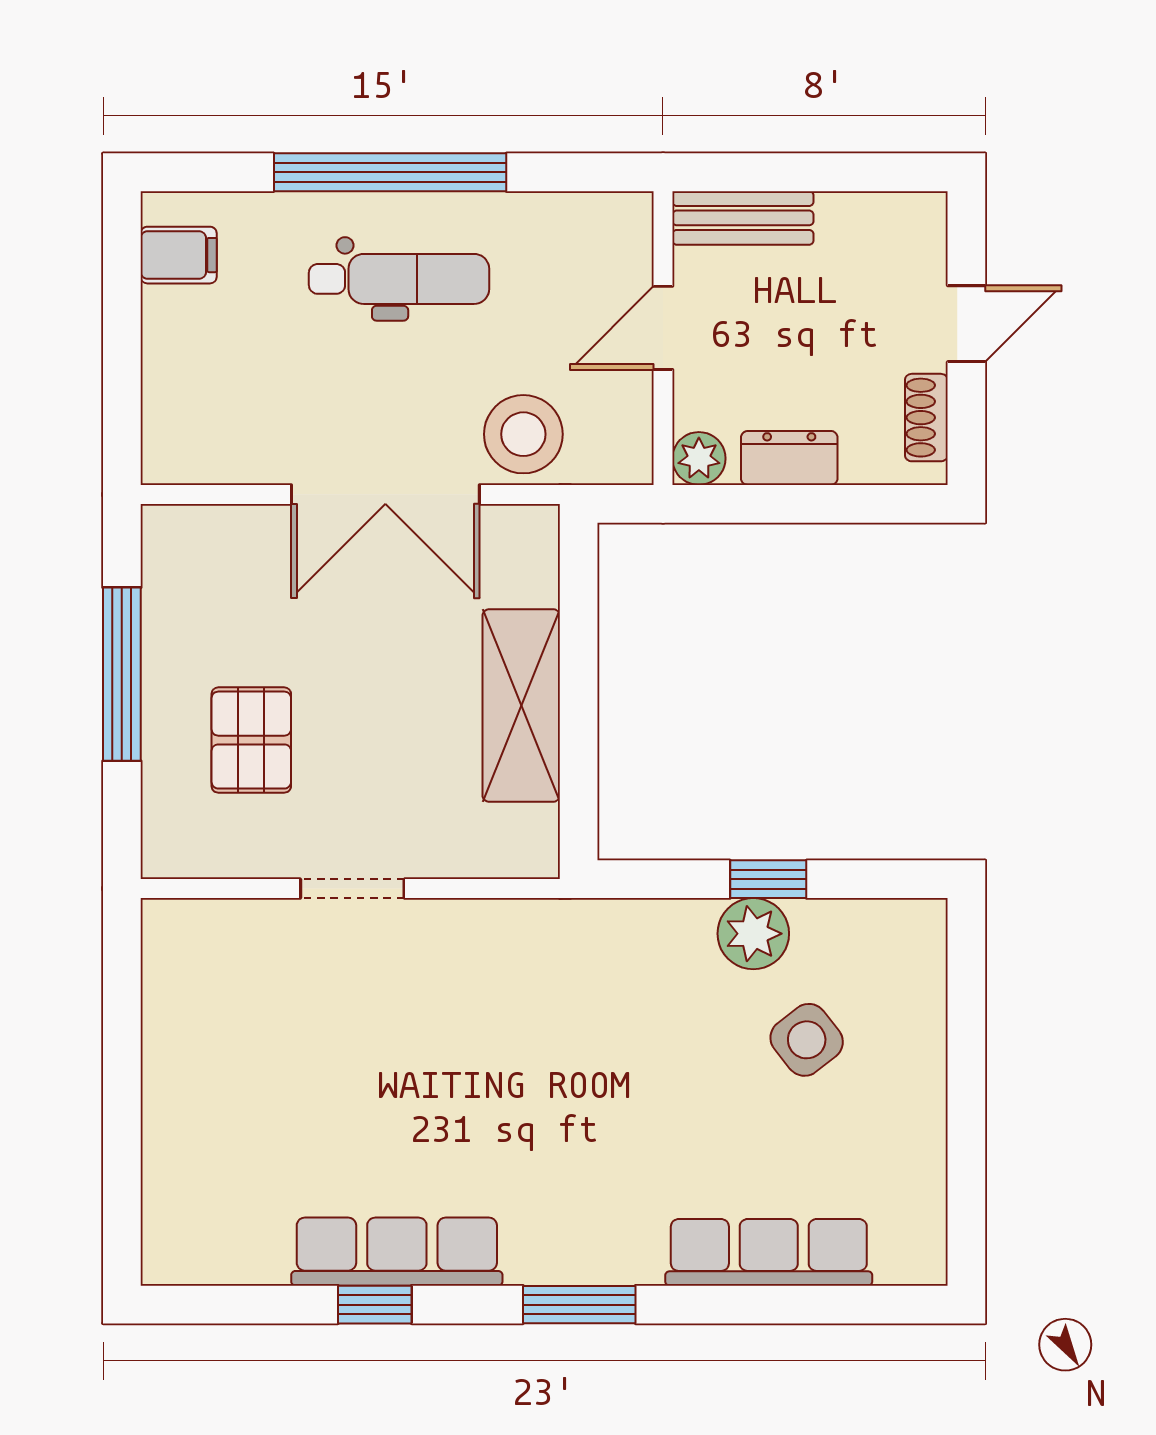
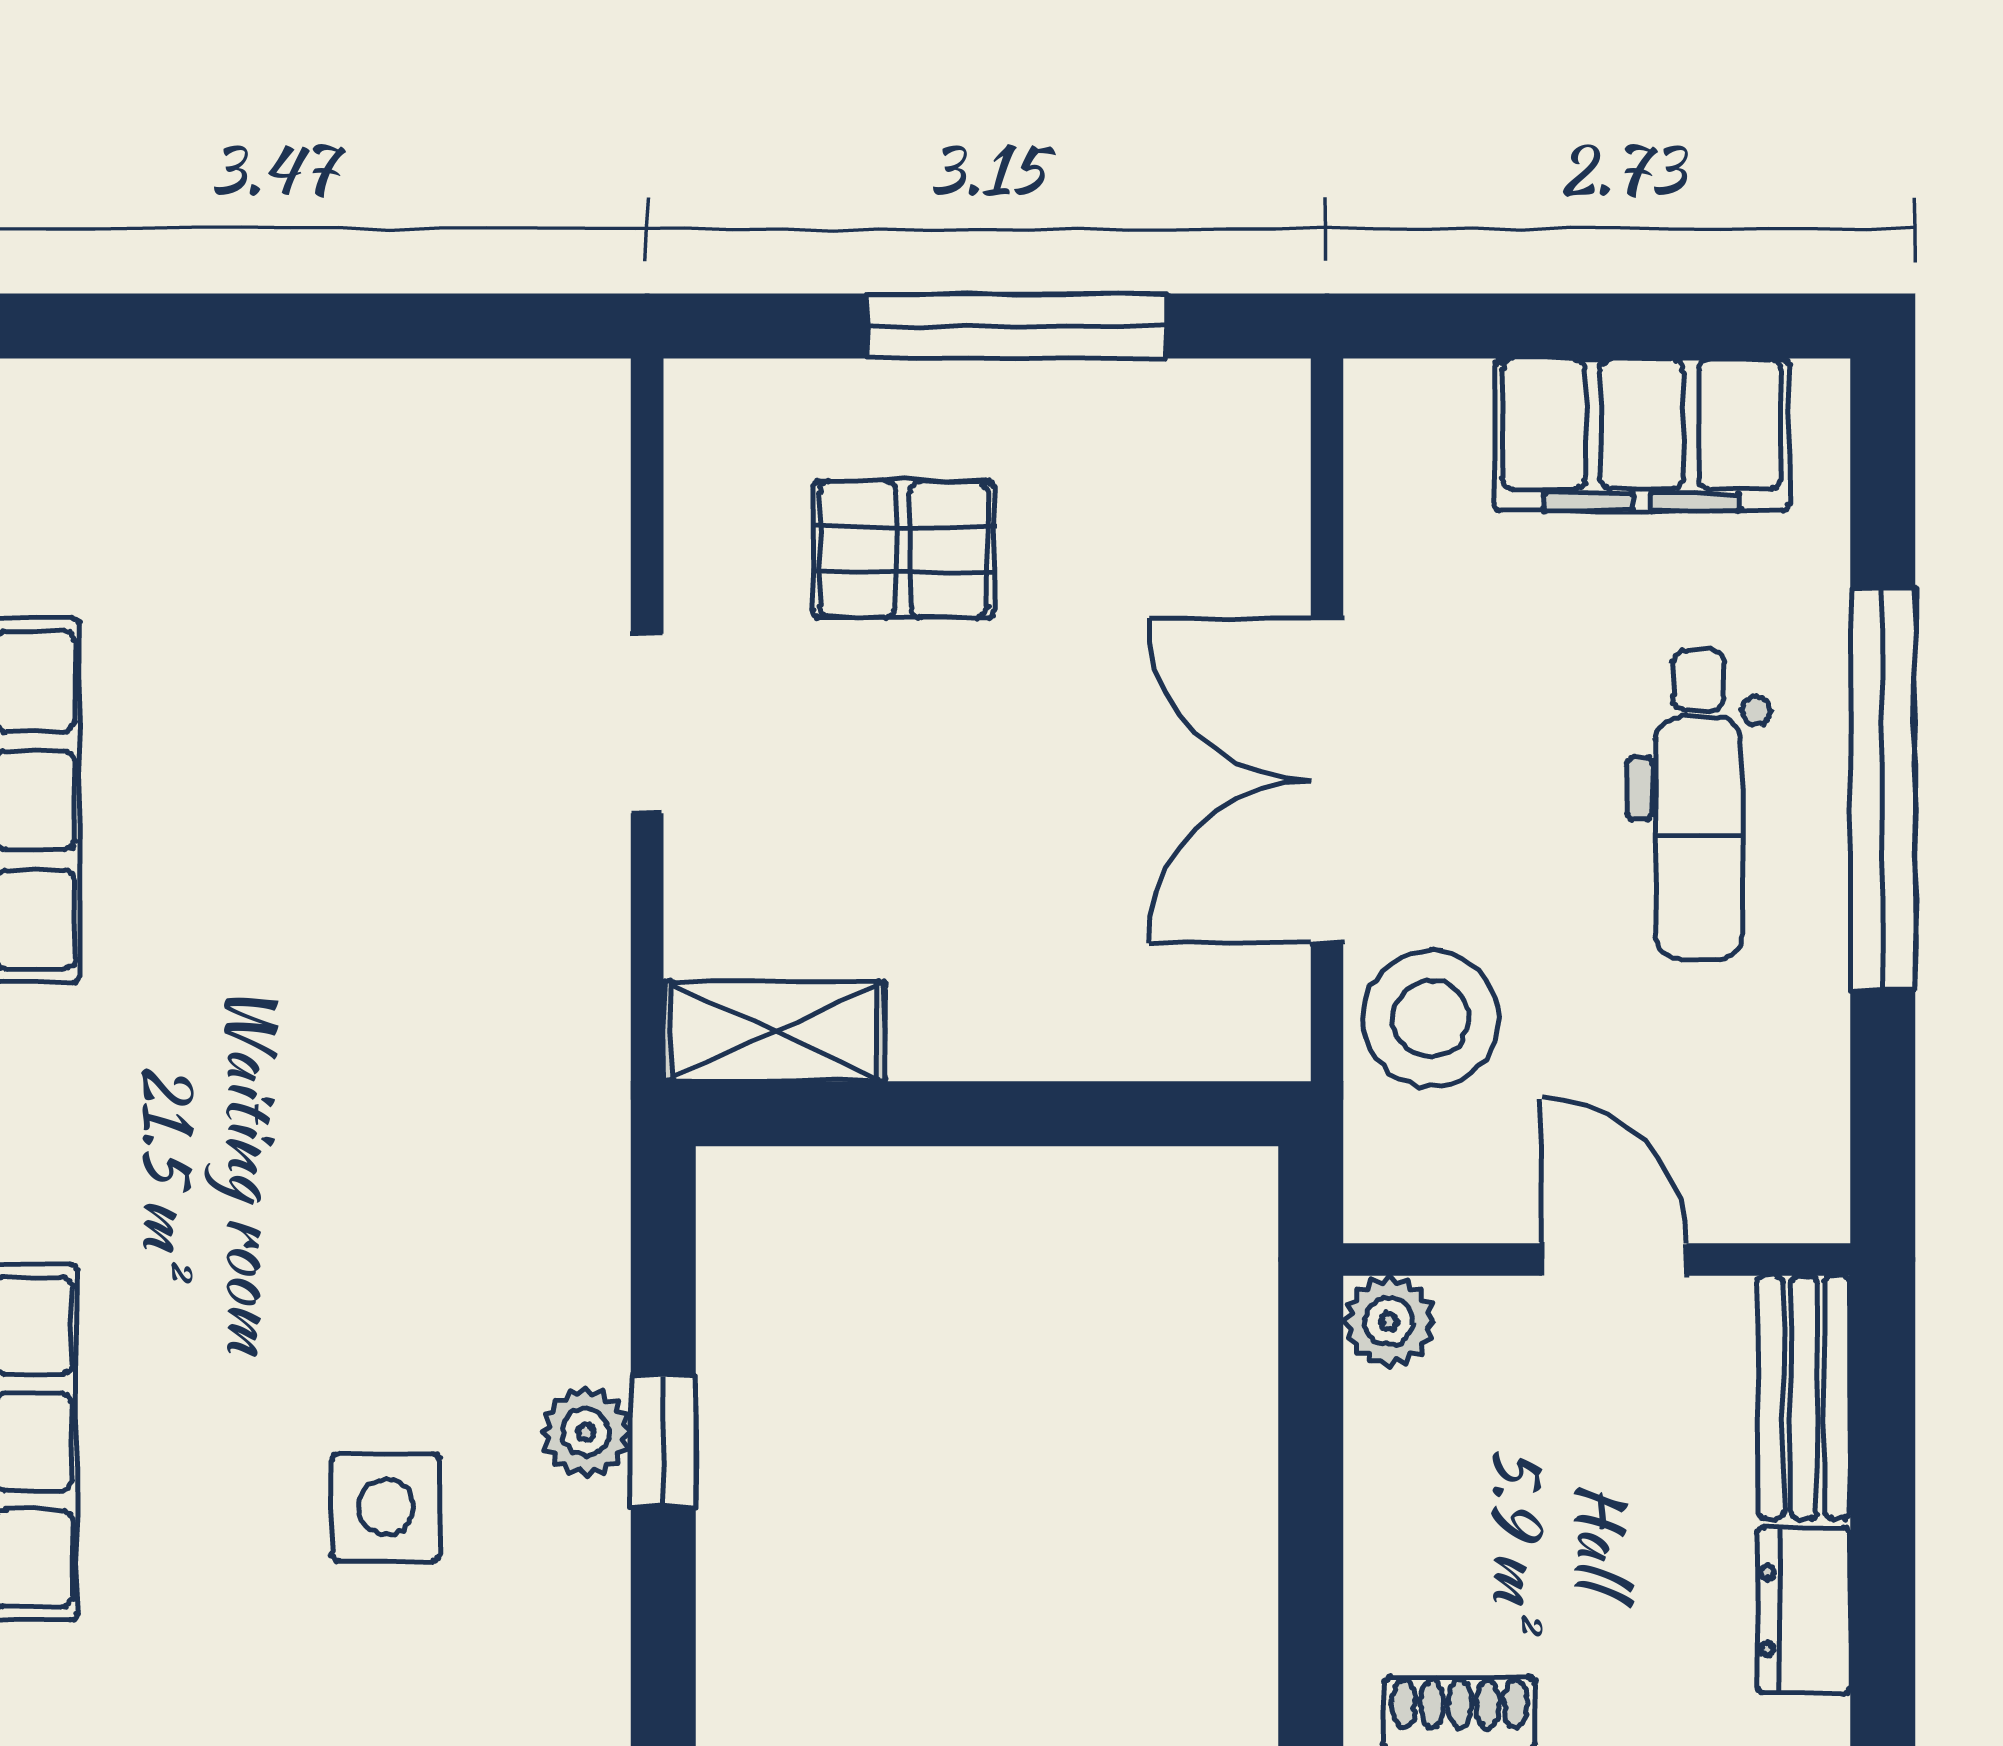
filing cabinet: (179, 255) -> (1642, 435), width x3.00, depth x1.17
dresser: (789, 458) -> (1804, 1611), moved, turned 180
shelving: (521, 706) -> (774, 1031), moved, width x0.67, depth x0.75
plant: (753, 934) -> (586, 1432), width x0.73, depth x0.73
side table: (807, 1040) -> (386, 1507), turned 38

